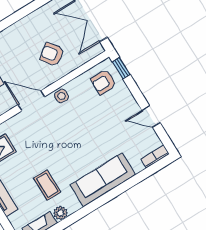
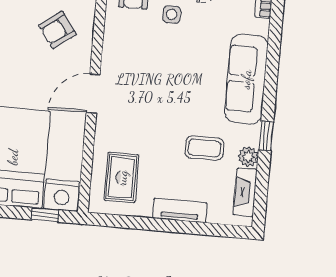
side table: (62, 96) -> (172, 14), moved
window: (79, 214) -> (266, 136), added

